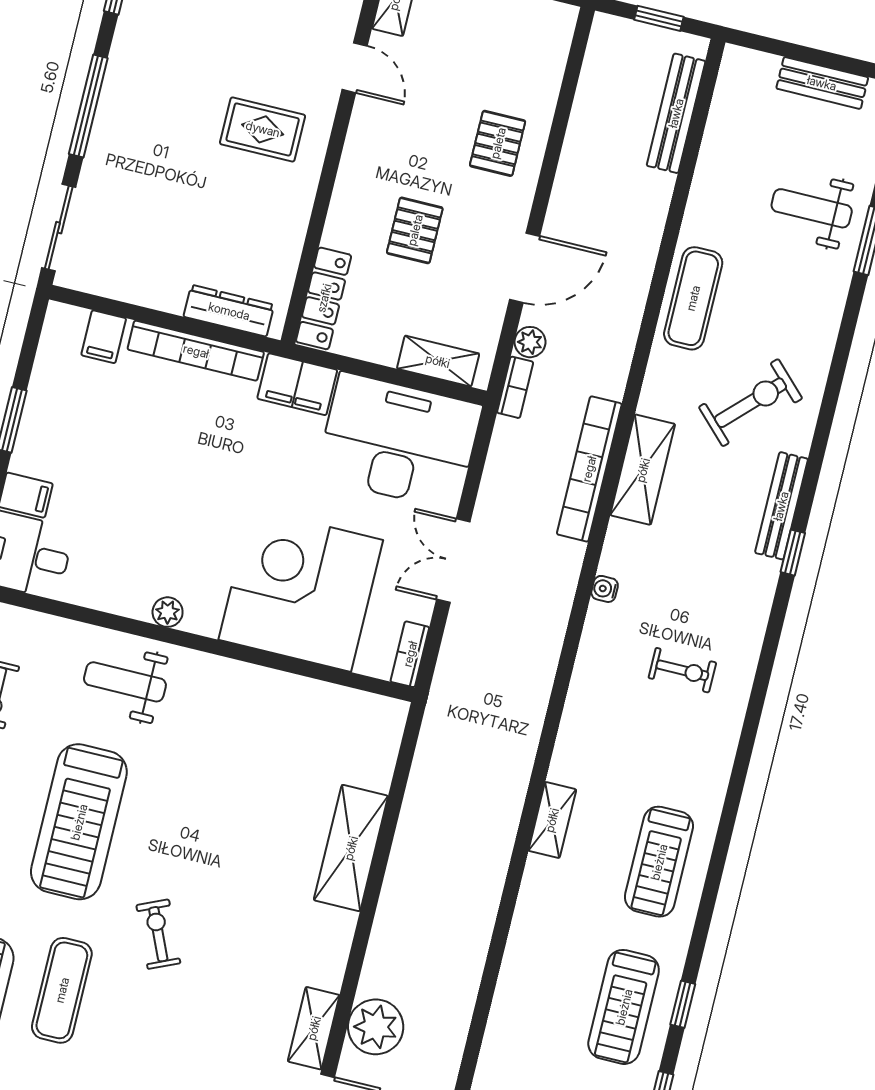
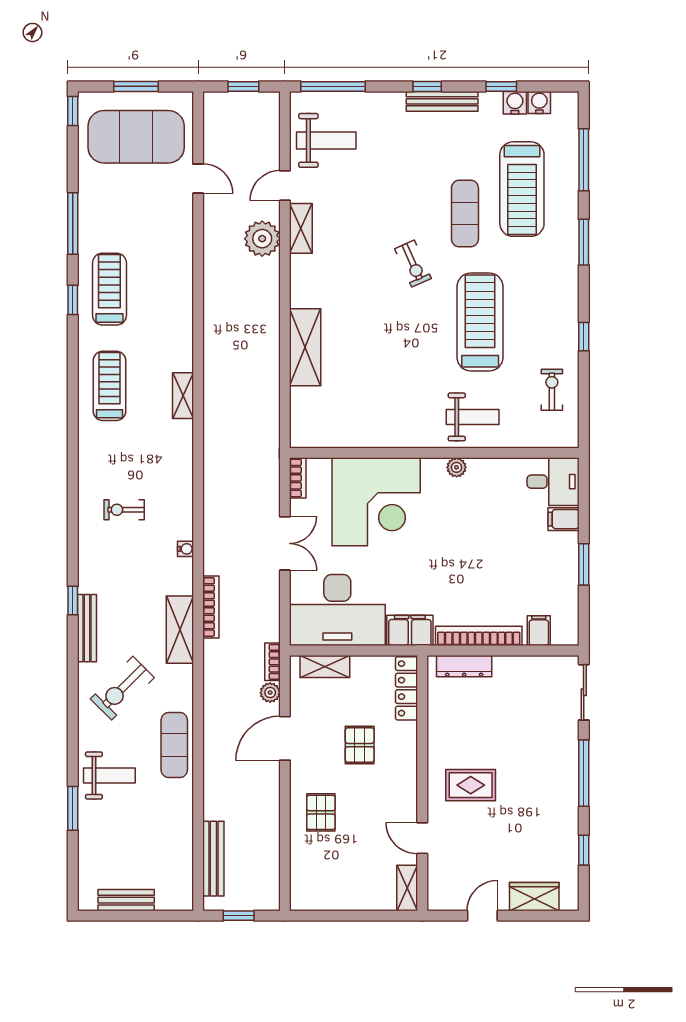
weight bench: (812, 208) -> (109, 775), moved
bookcase: (589, 469) -> (211, 607), width x0.68, depth x0.76

